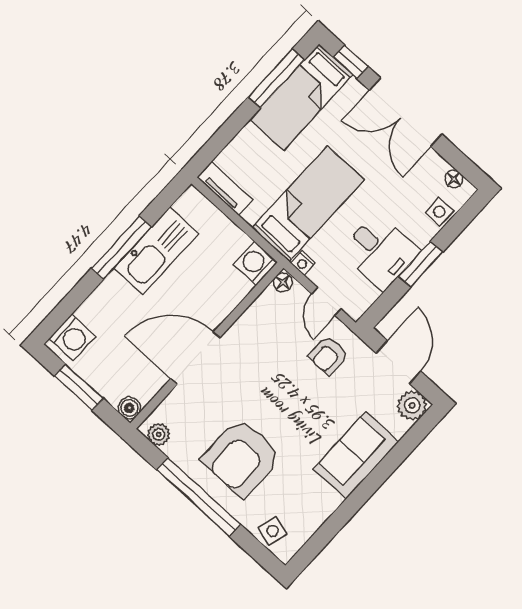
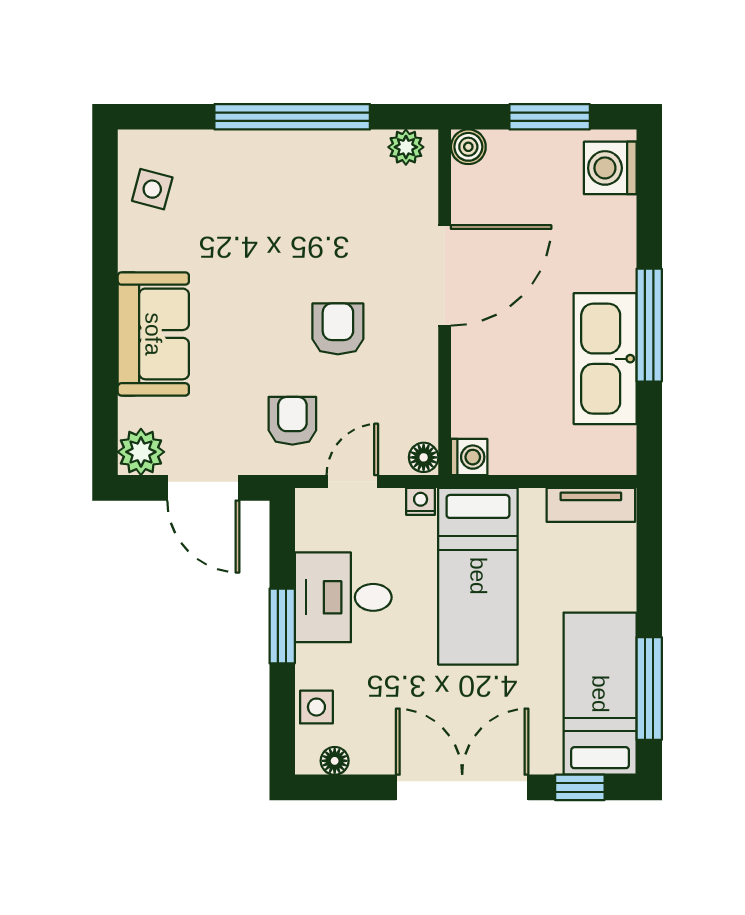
washing machine: (255, 263) -> (469, 457), width x0.73, depth x0.73
door: (326, 301) -> (352, 482), hinge flipped
armchair: (242, 458) -> (338, 329), moved, width x0.53, depth x0.53
side table: (273, 531) -> (152, 189), moved

